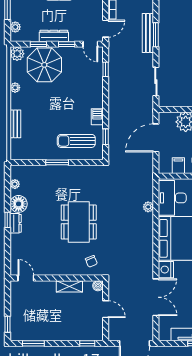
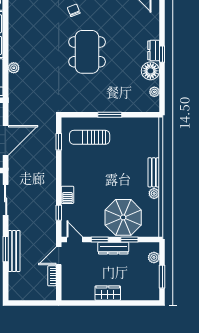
plant: (17, 54) -> (152, 229), removed
barbecue: (97, 117) -> (67, 195), moved
bench: (15, 124) -> (154, 172), moved
sun lounger: (76, 141) -> (90, 137), turned 180

